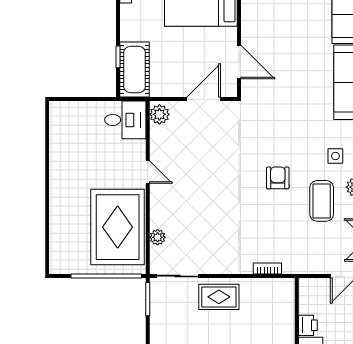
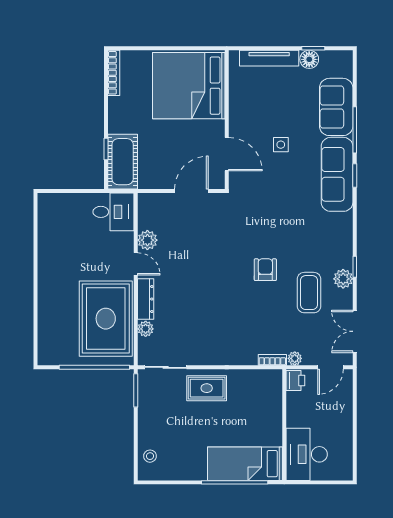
plant: (159, 114) -> (147, 240), moved
side table: (335, 156) -> (281, 145), moved
dresser: (158, 207) -> (146, 299), added
plant: (307, 267) -> (295, 358), added
bookcase: (267, 269) -> (272, 360), moved
printer: (308, 325) -> (295, 380), moved

